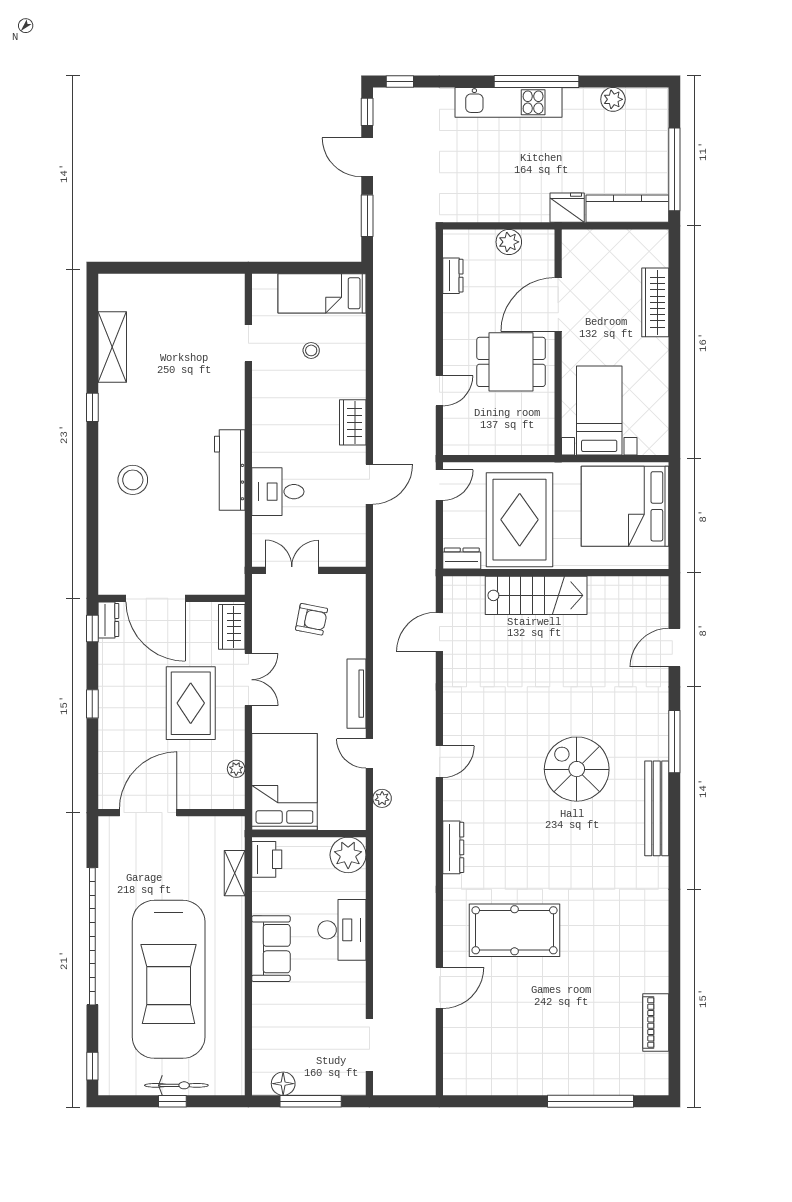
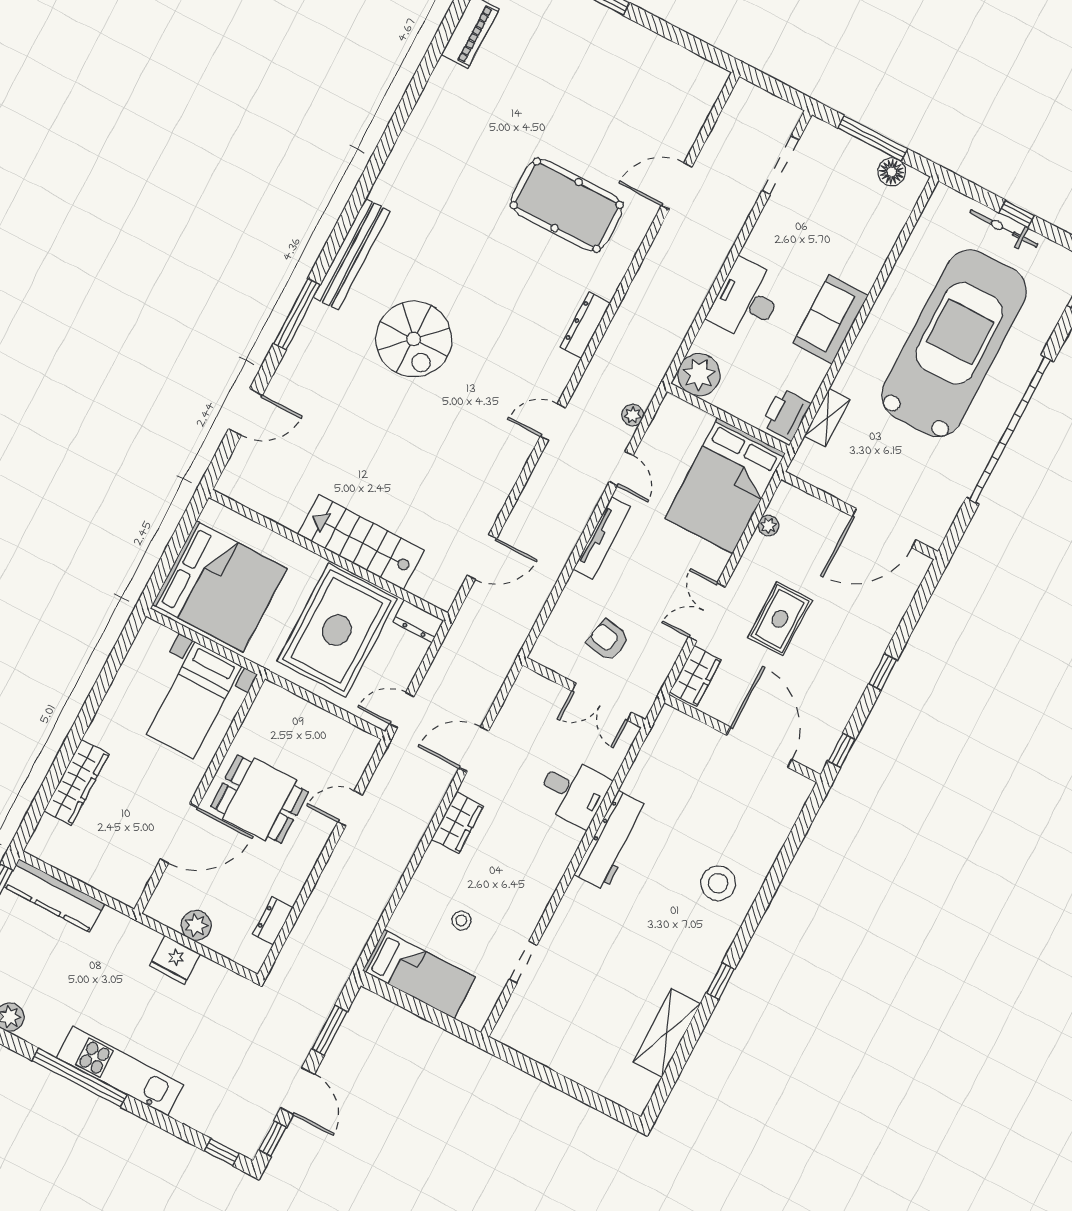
fridge: (567, 208) -> (175, 960), moved
dresser: (108, 620) -> (820, 751), removed
rug: (191, 703) -> (780, 619), width x0.73, depth x0.70

